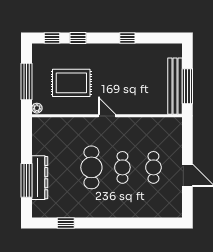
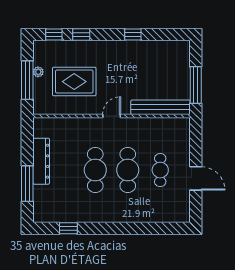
bench: (175, 86) -> (161, 107), moved, turned 90
plant: (37, 108) -> (38, 72), moved
door: (107, 116) -> (112, 116), hinge flipped
cafe table: (122, 167) -> (128, 170), width x1.37, depth x1.35
dresser: (40, 178) -> (41, 161), moved

